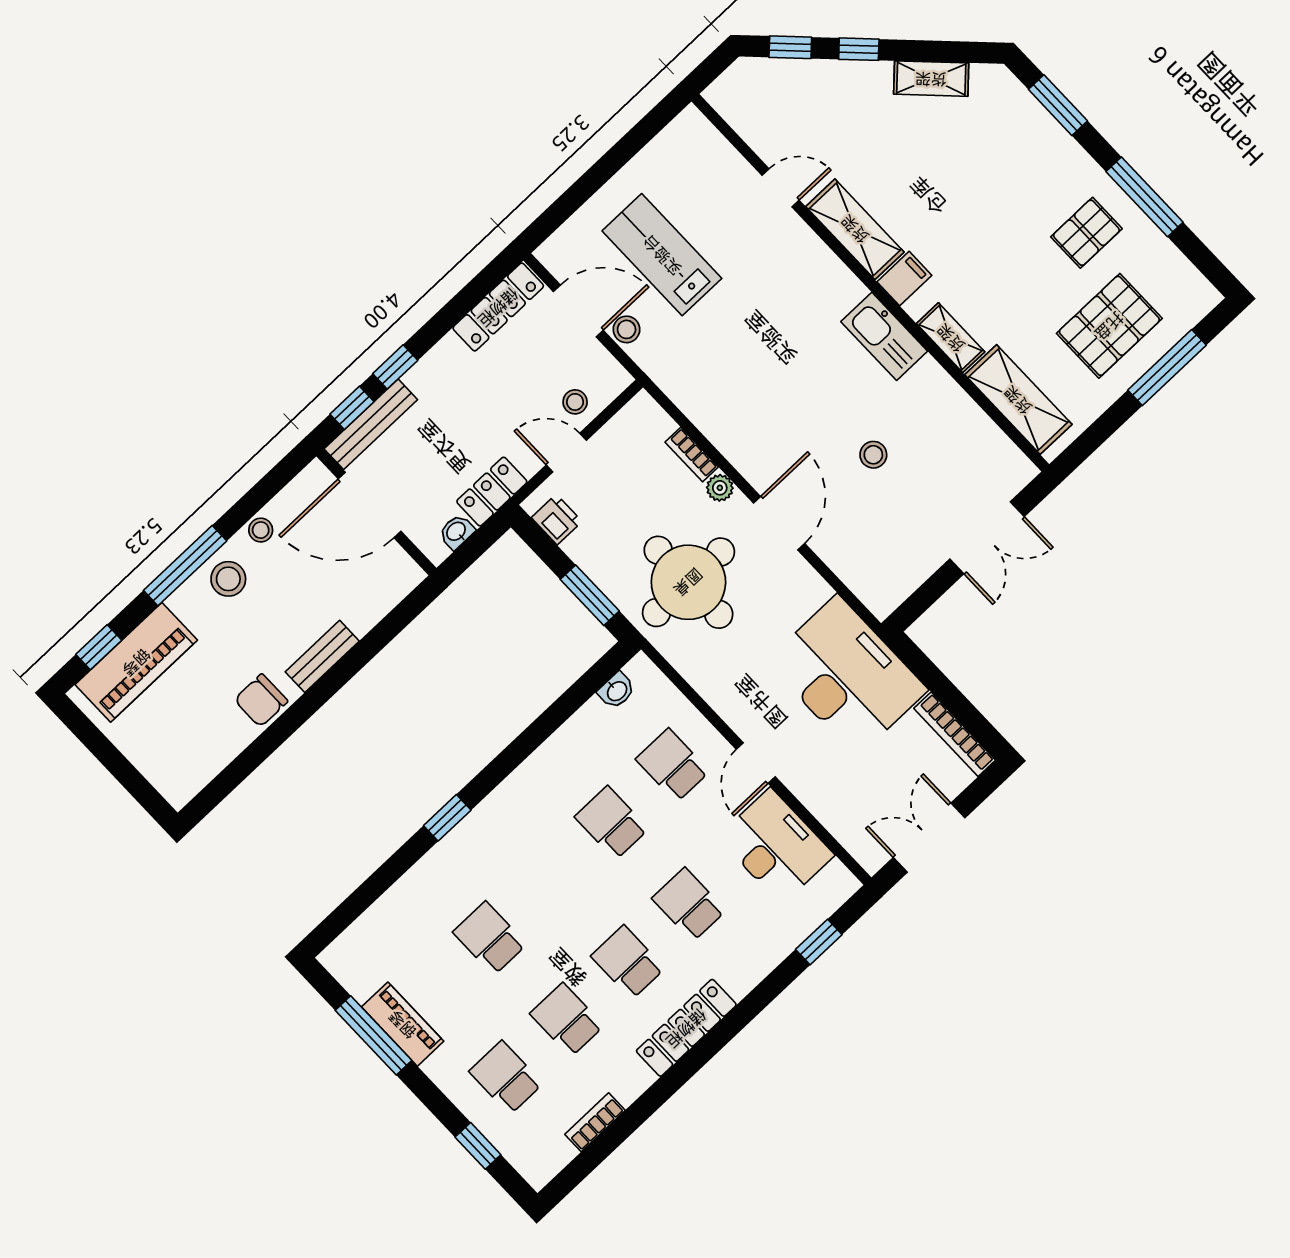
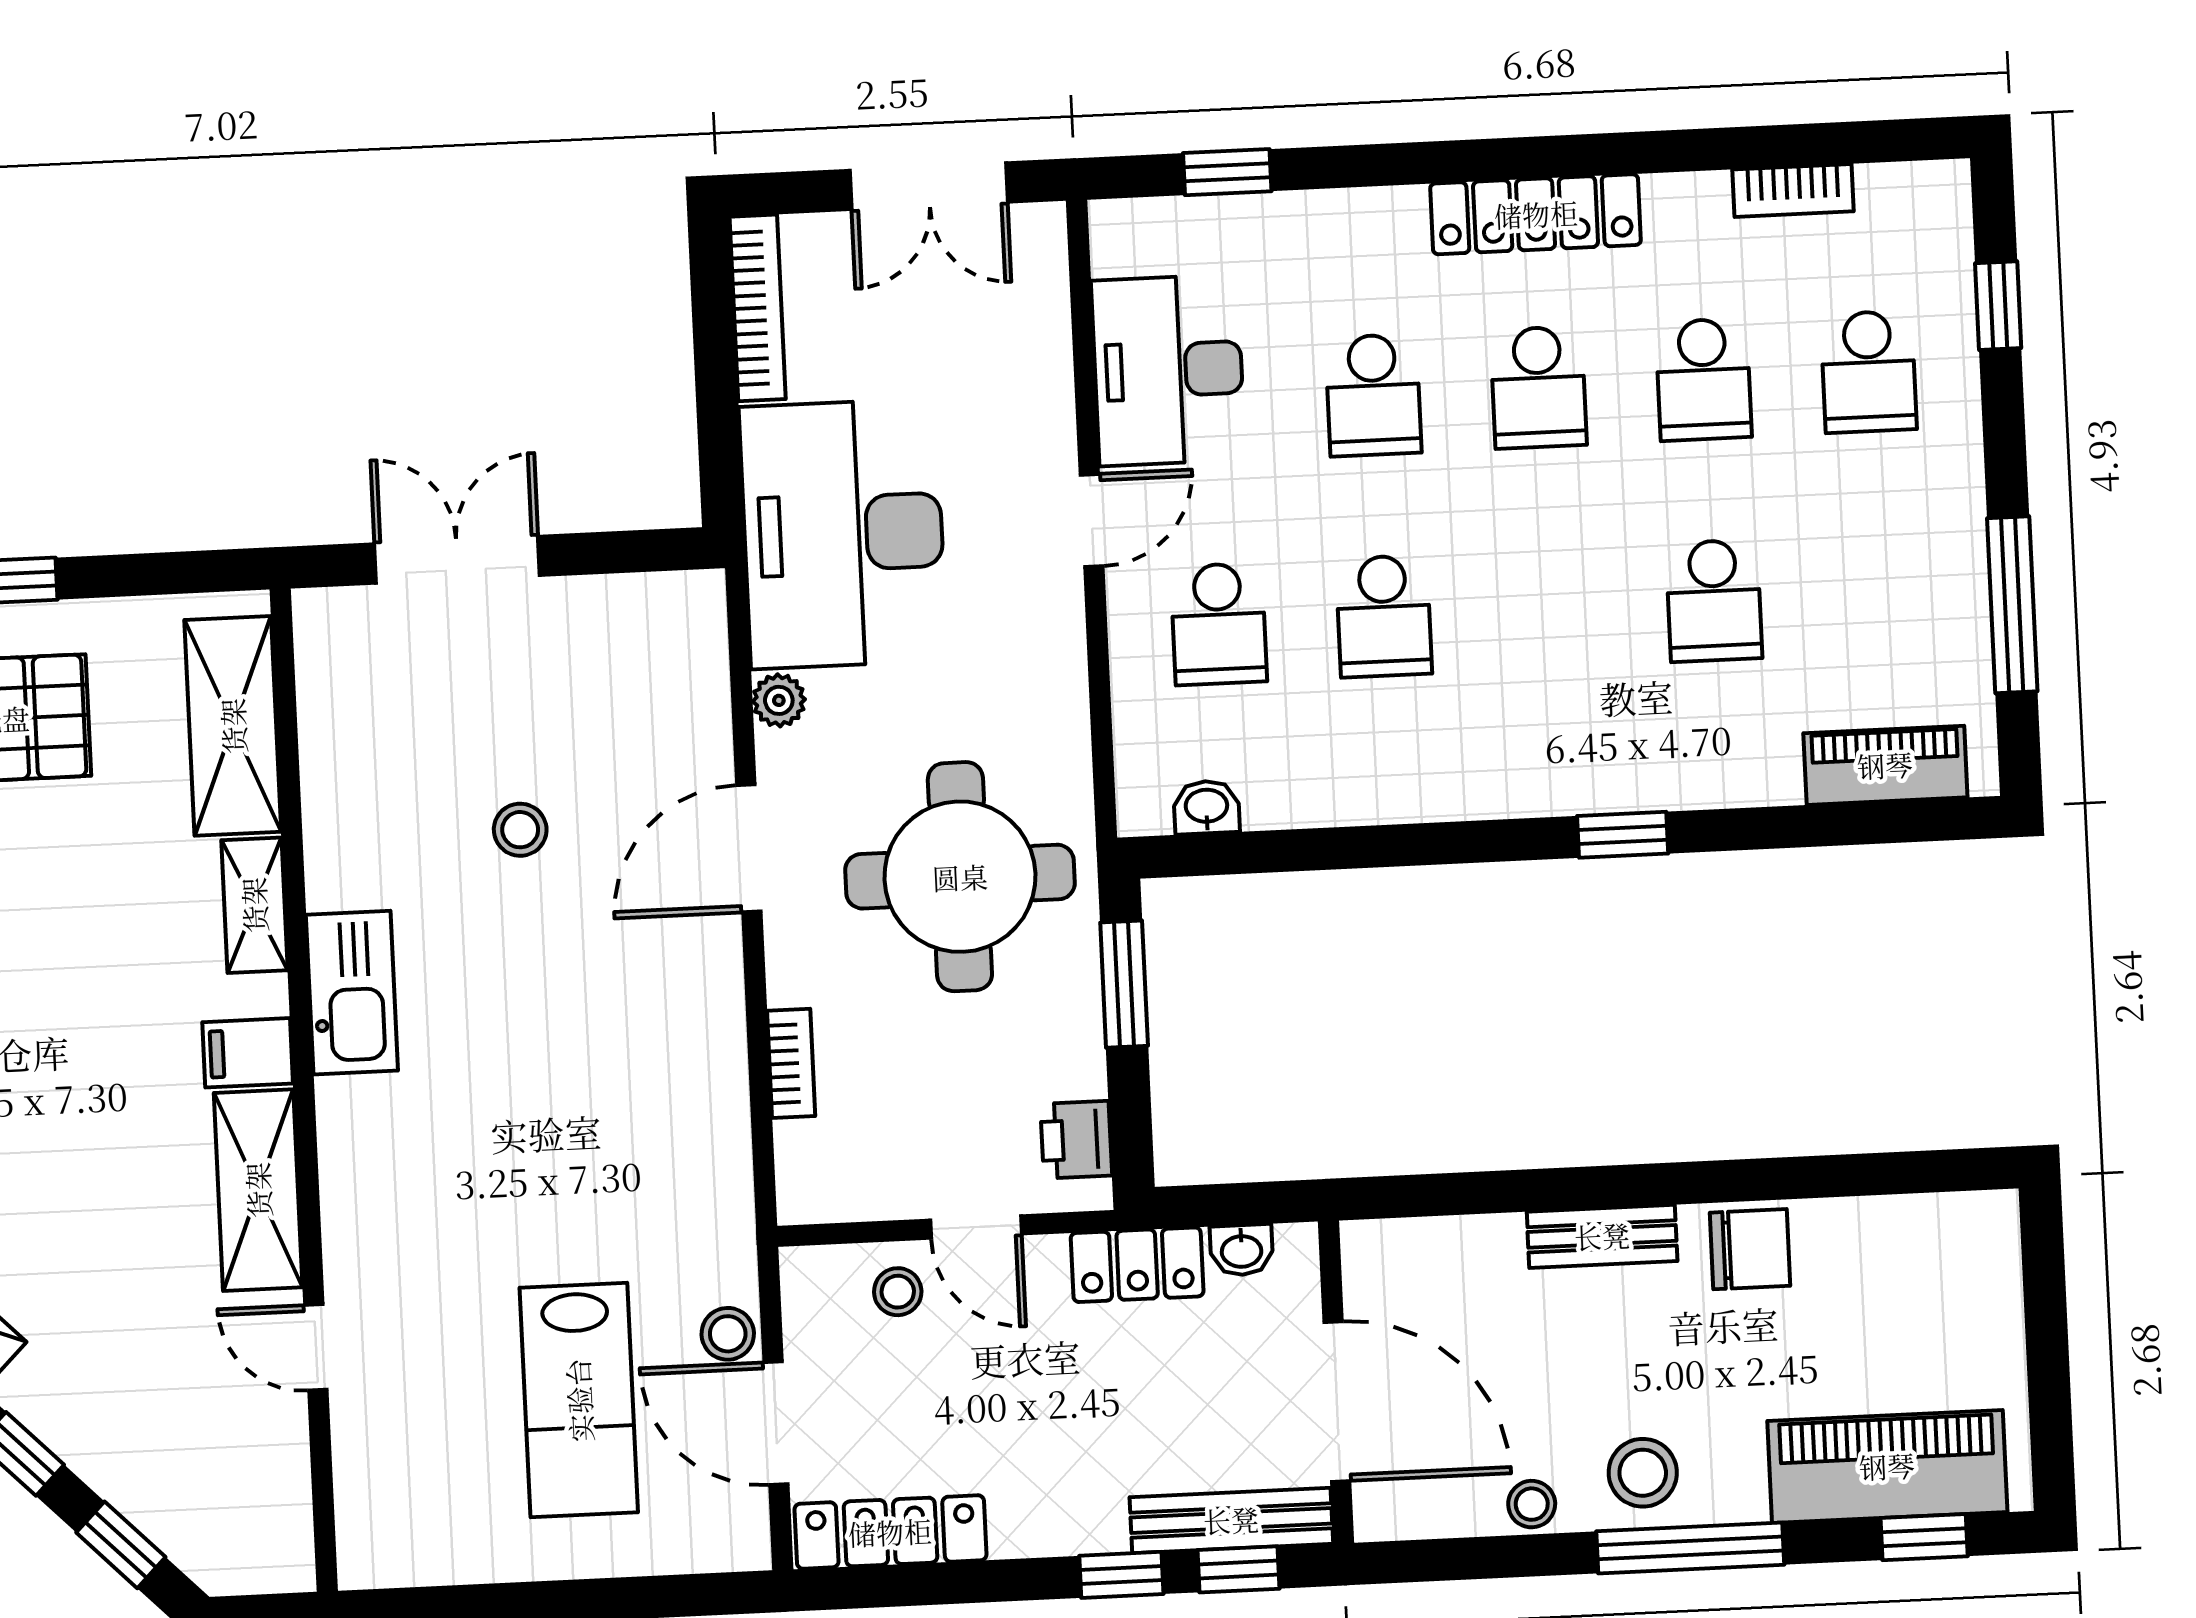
plant: (720, 488) -> (779, 700), moved
piano: (403, 1024) -> (1885, 765), moved, turned 90

